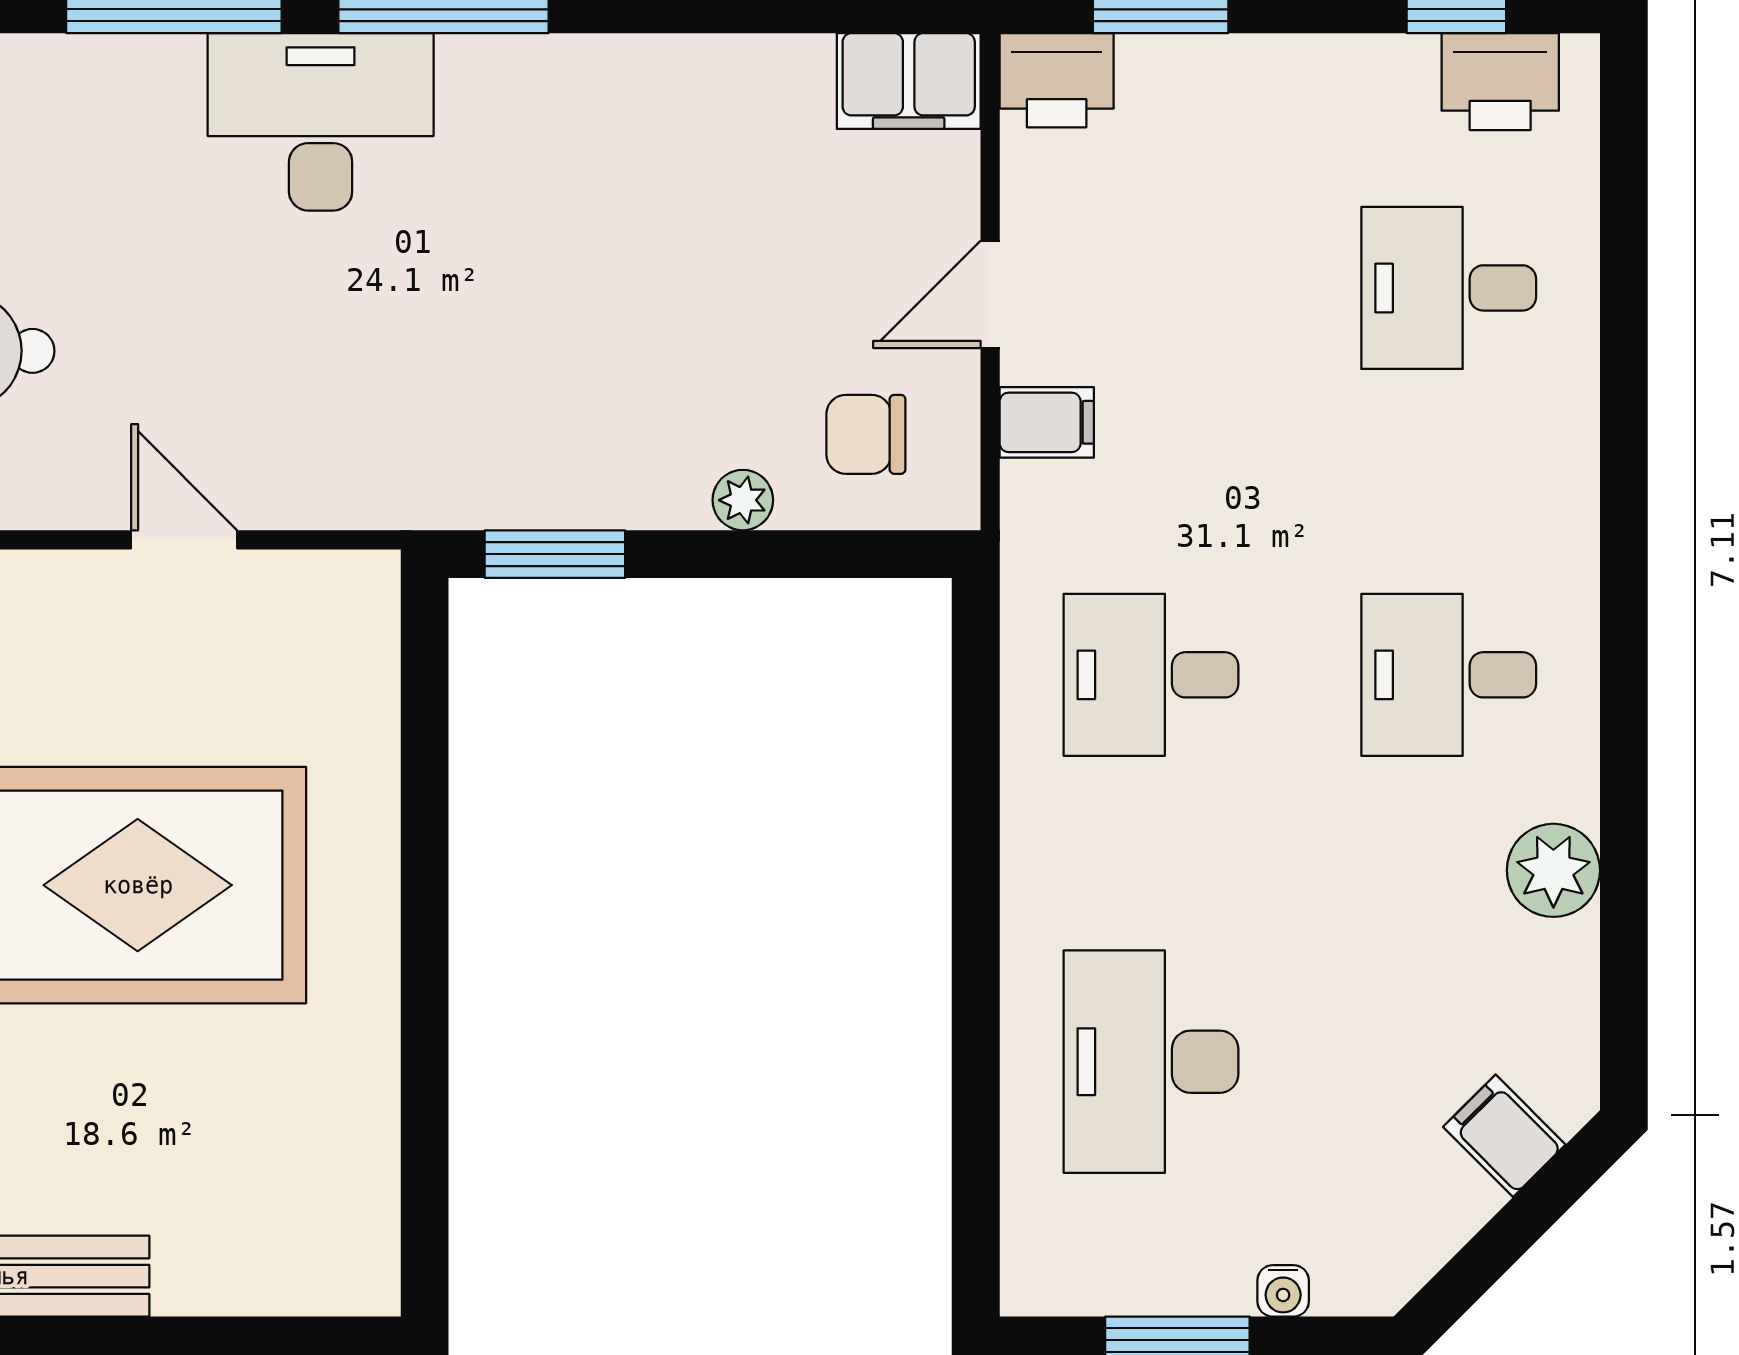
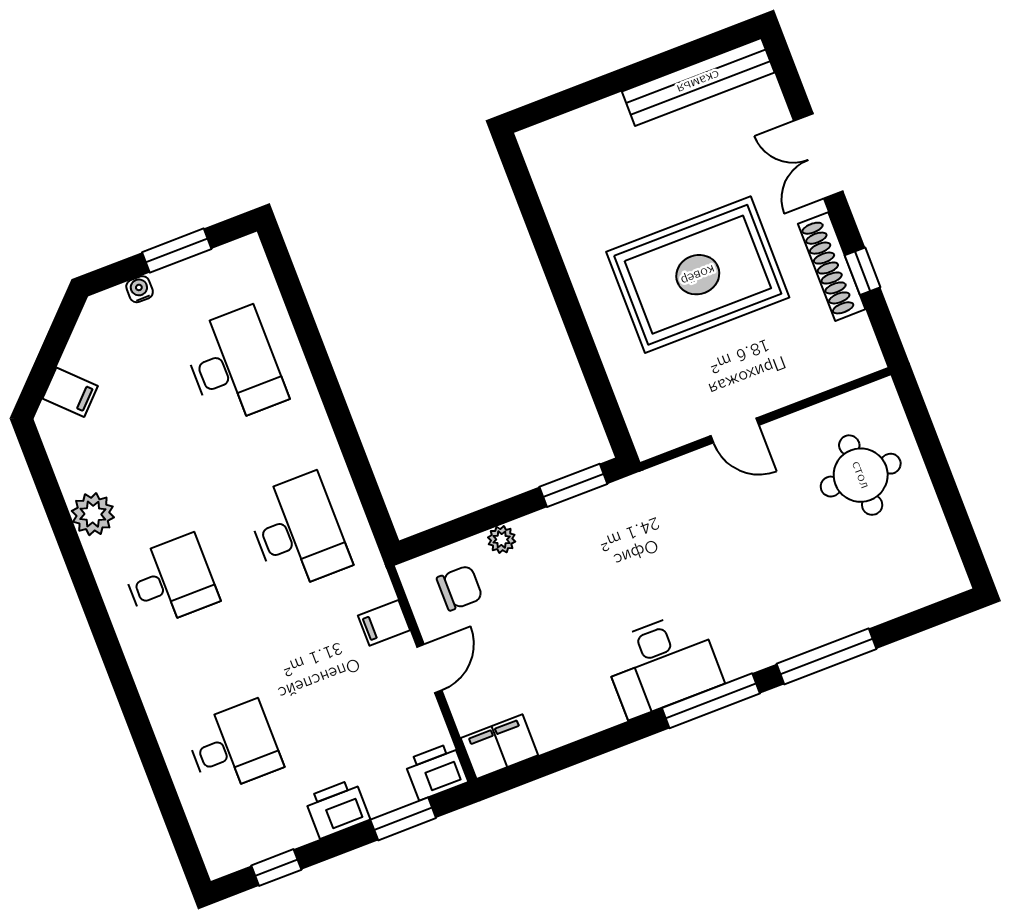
printer: (1500, 82) -> (337, 809), moved
desk: (321, 122) -> (662, 664), moved
desk: (1151, 675) -> (298, 532), width x1.37

